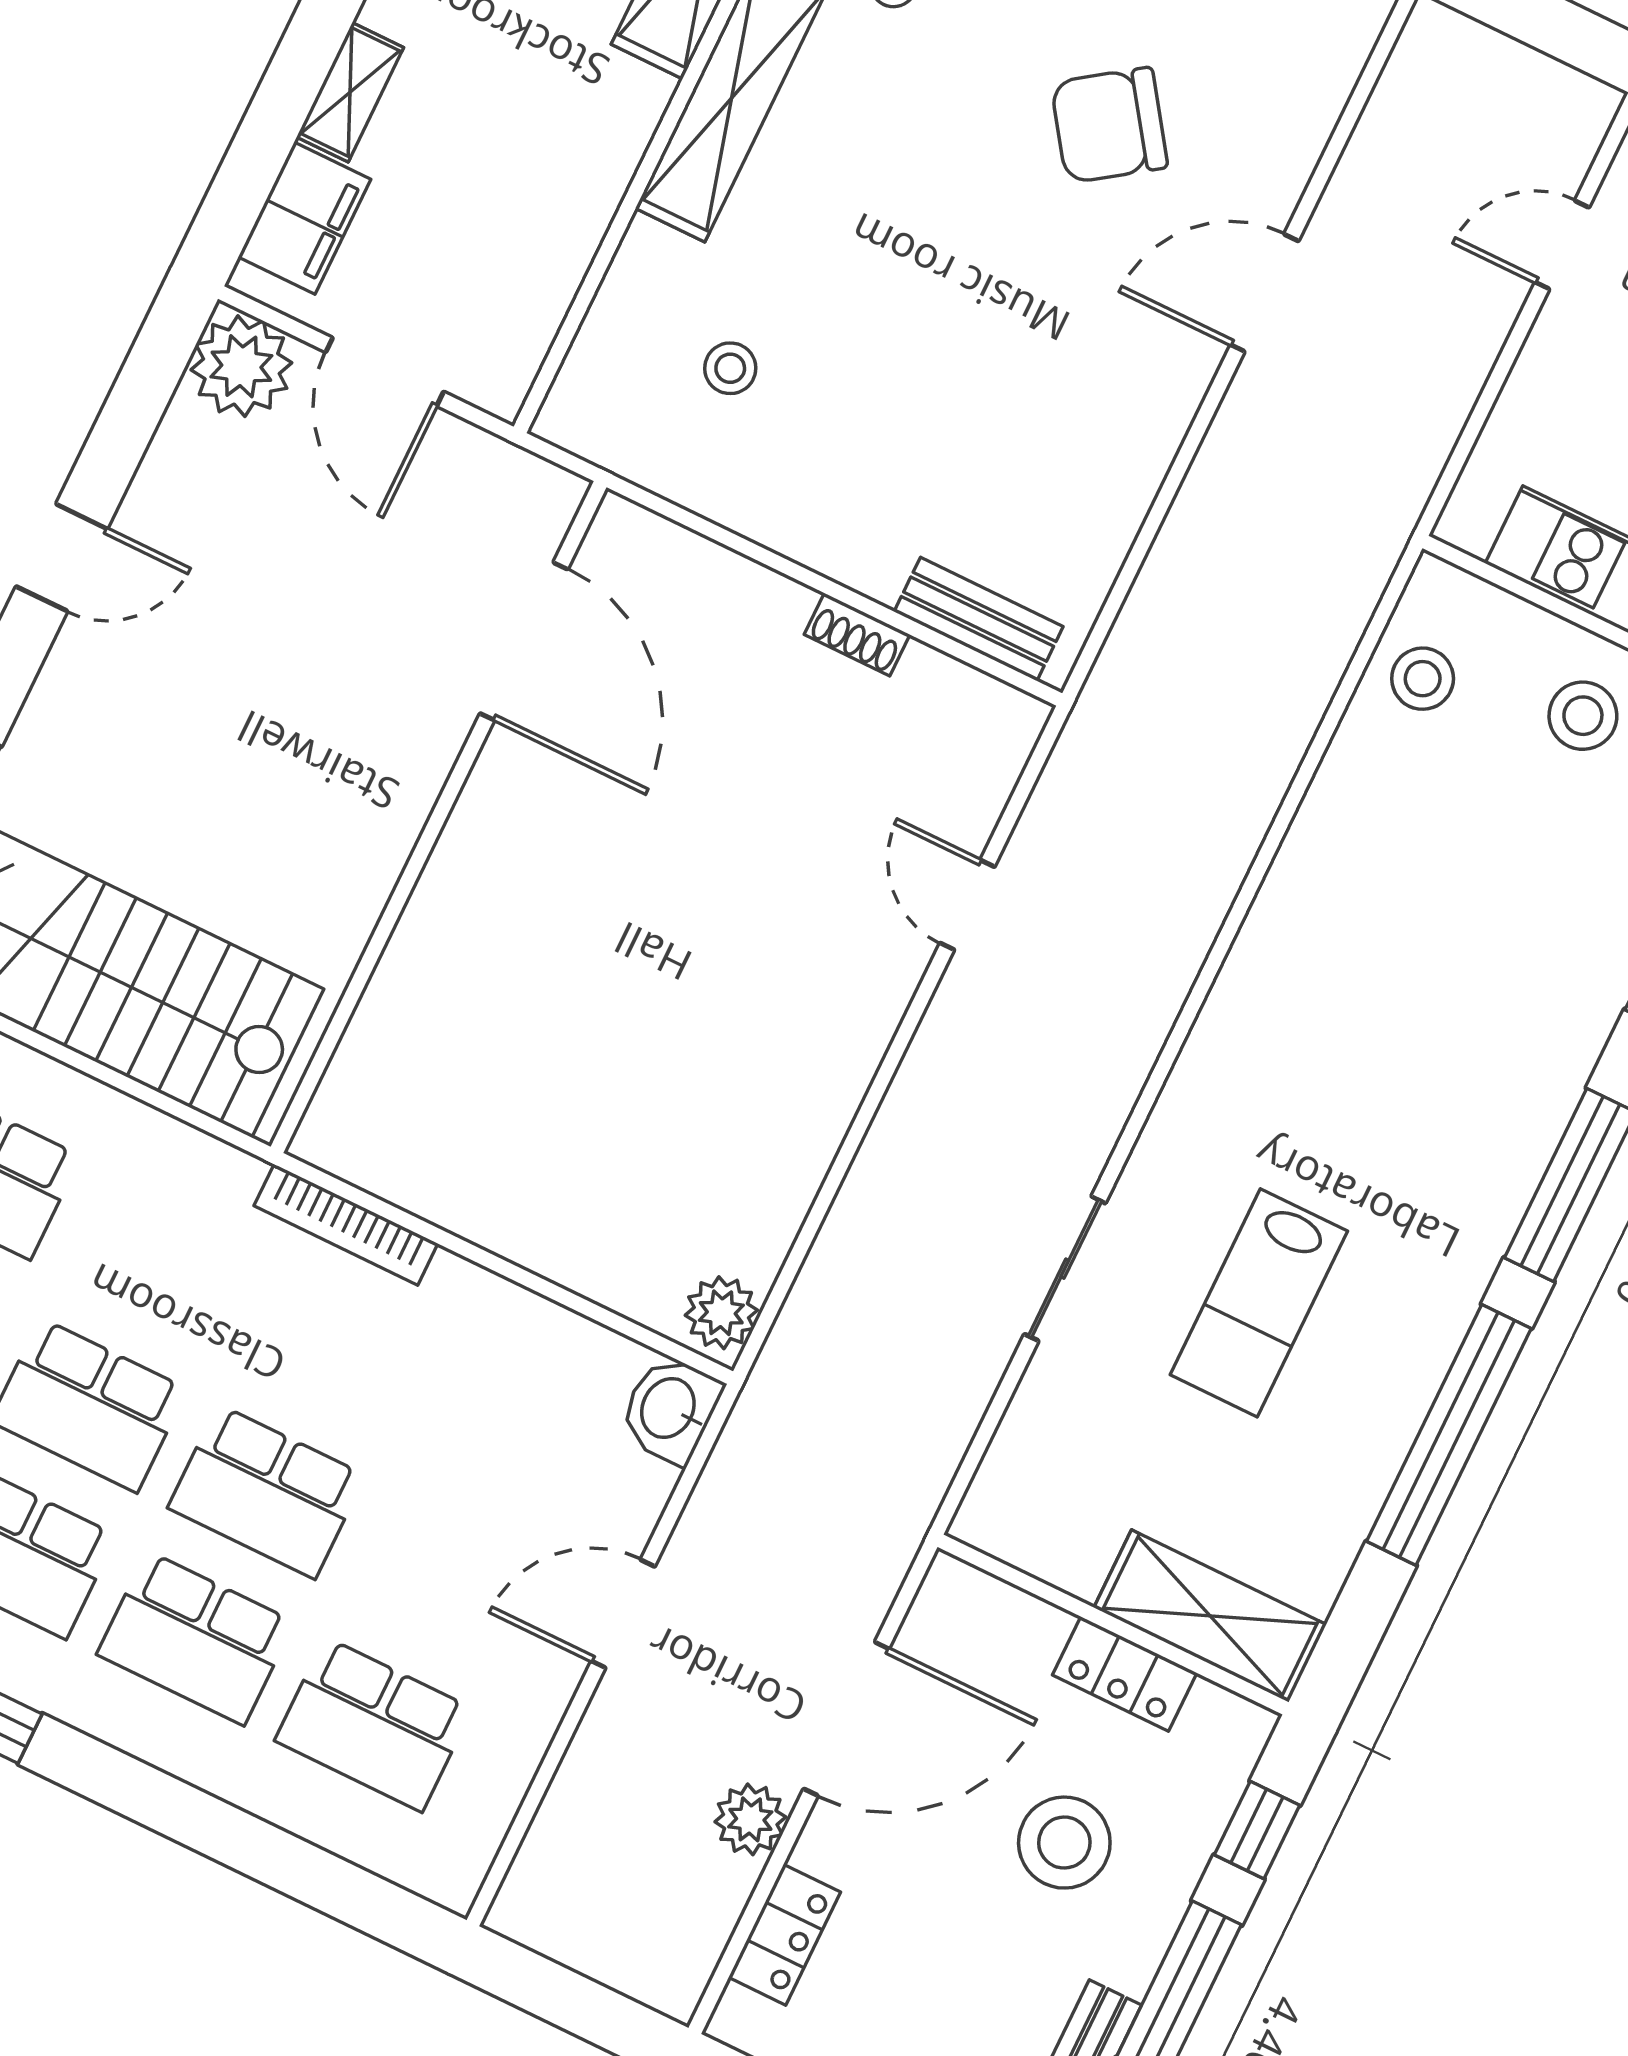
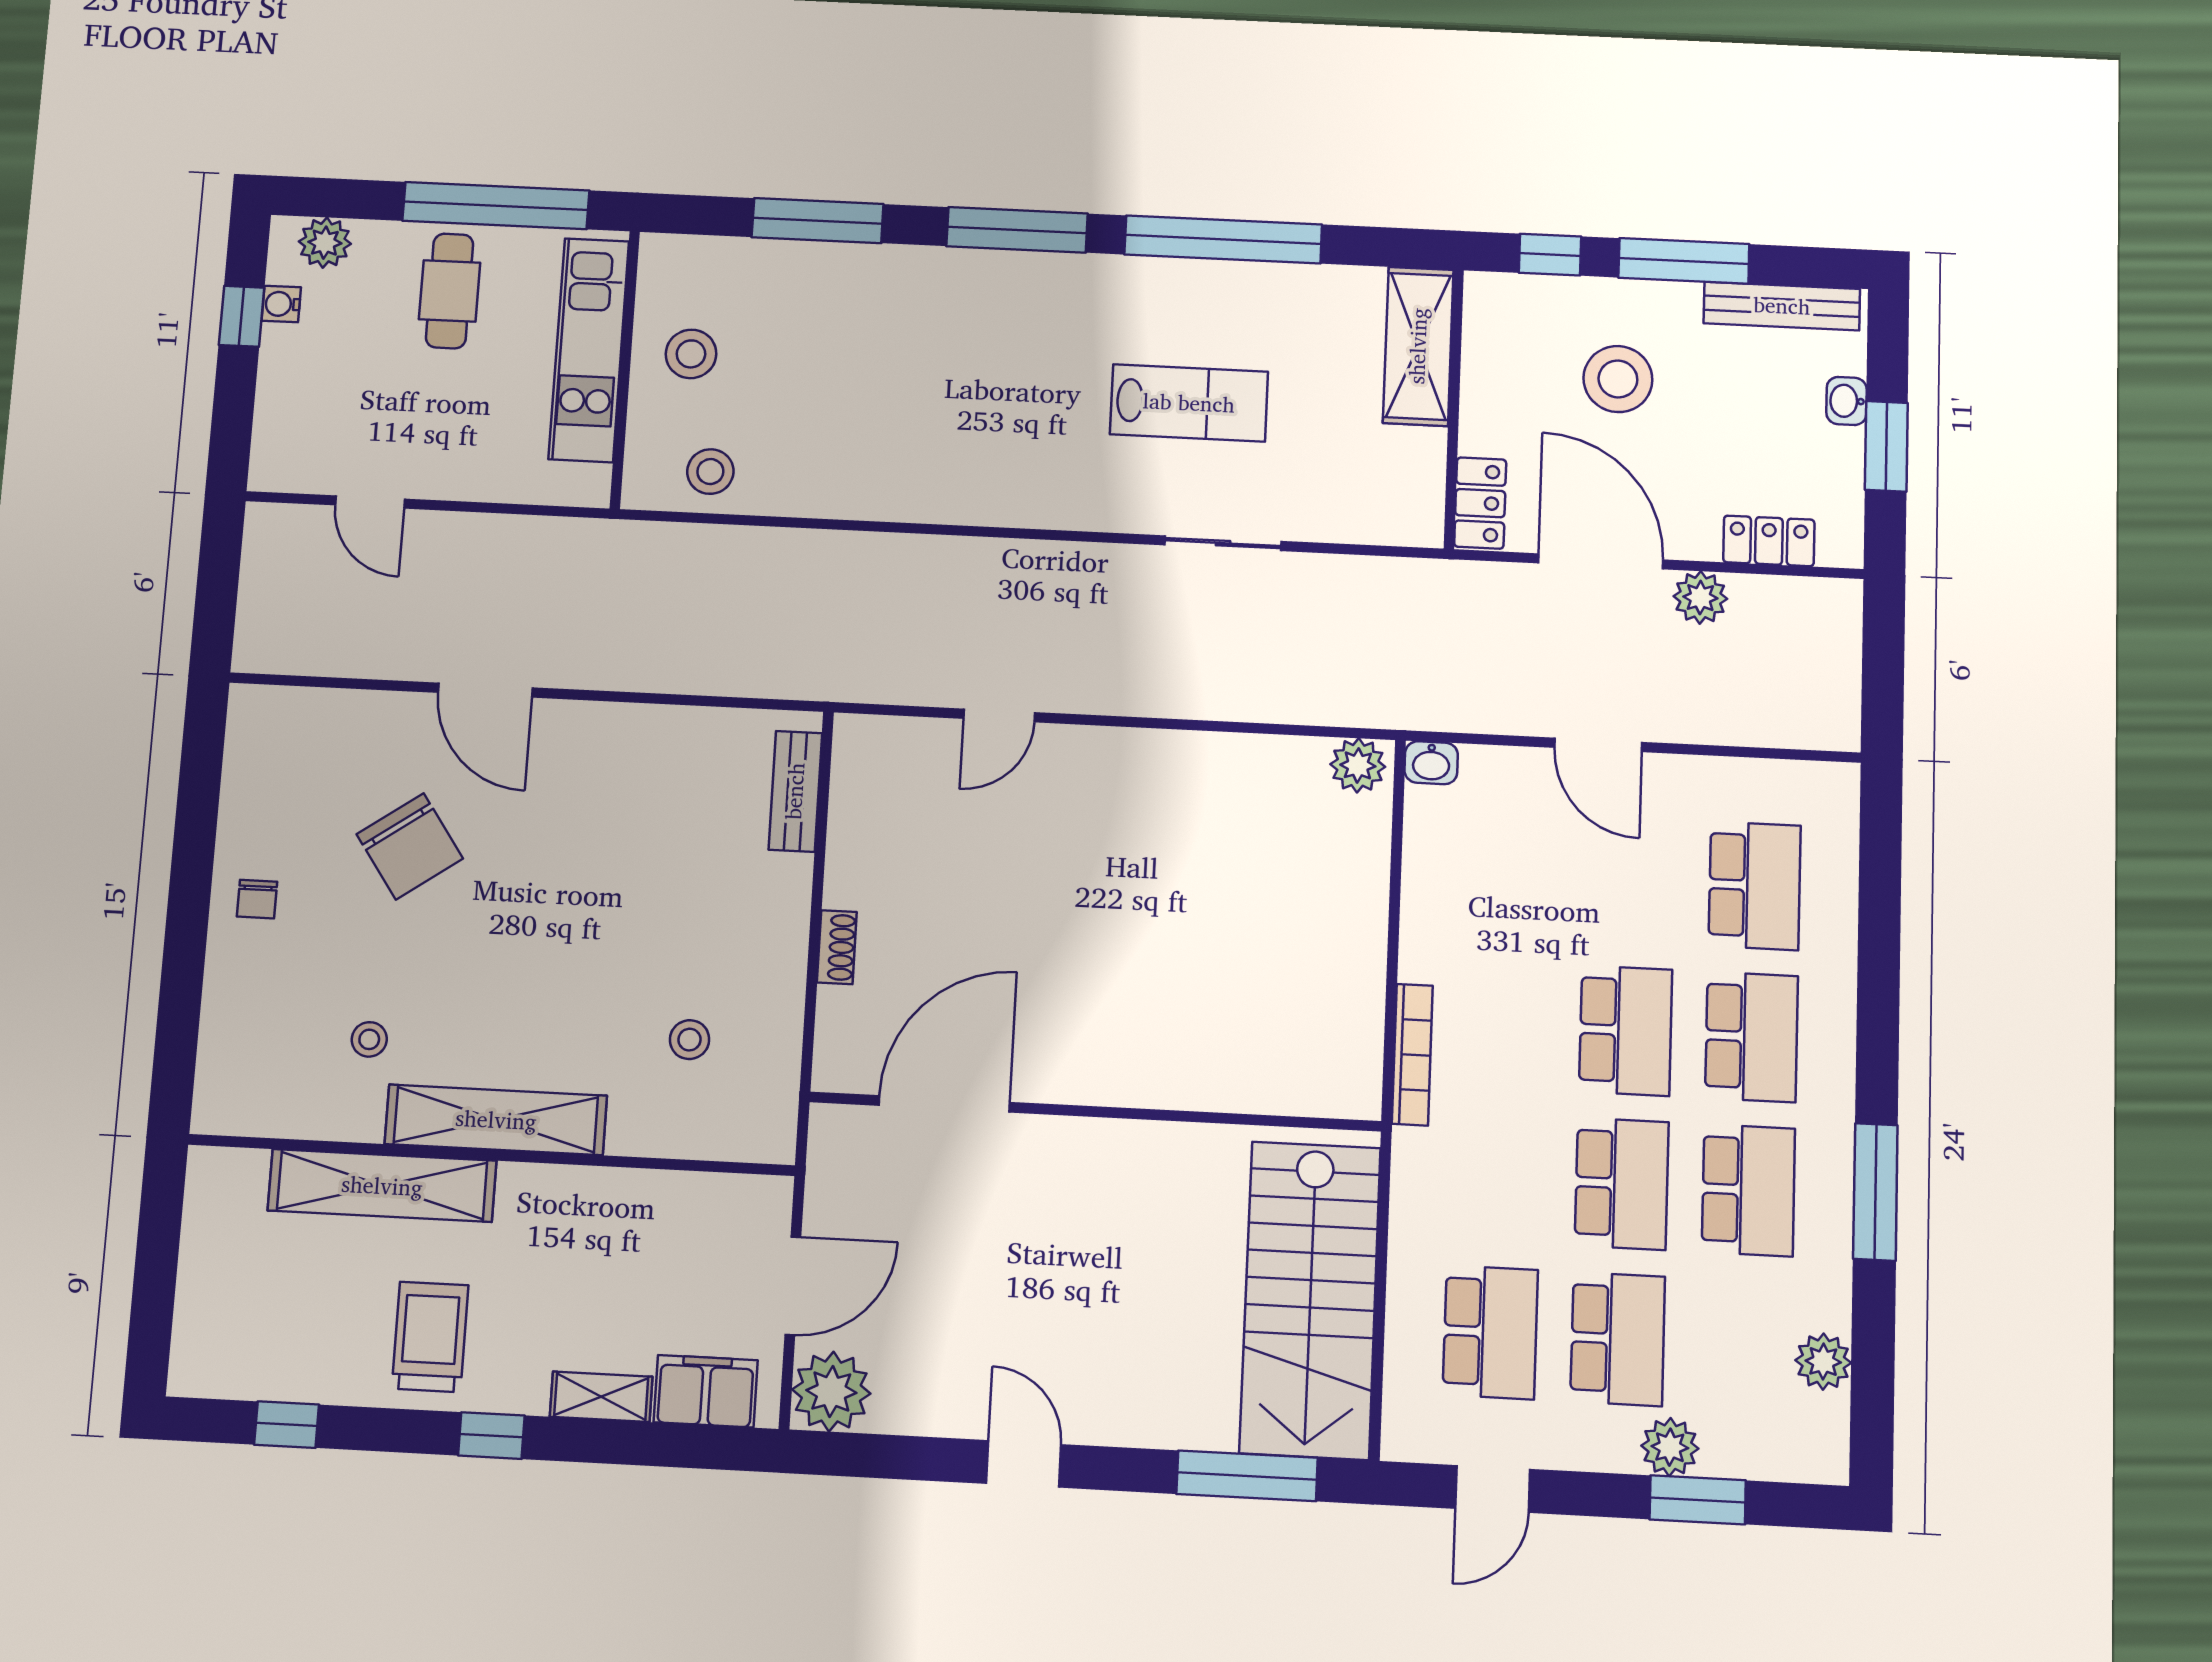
shoe rack: (857, 635) -> (837, 947), moved
washbasin: (670, 1409) -> (1431, 763), width x0.72, depth x0.69
locker: (1125, 1674) -> (1480, 503), moved

